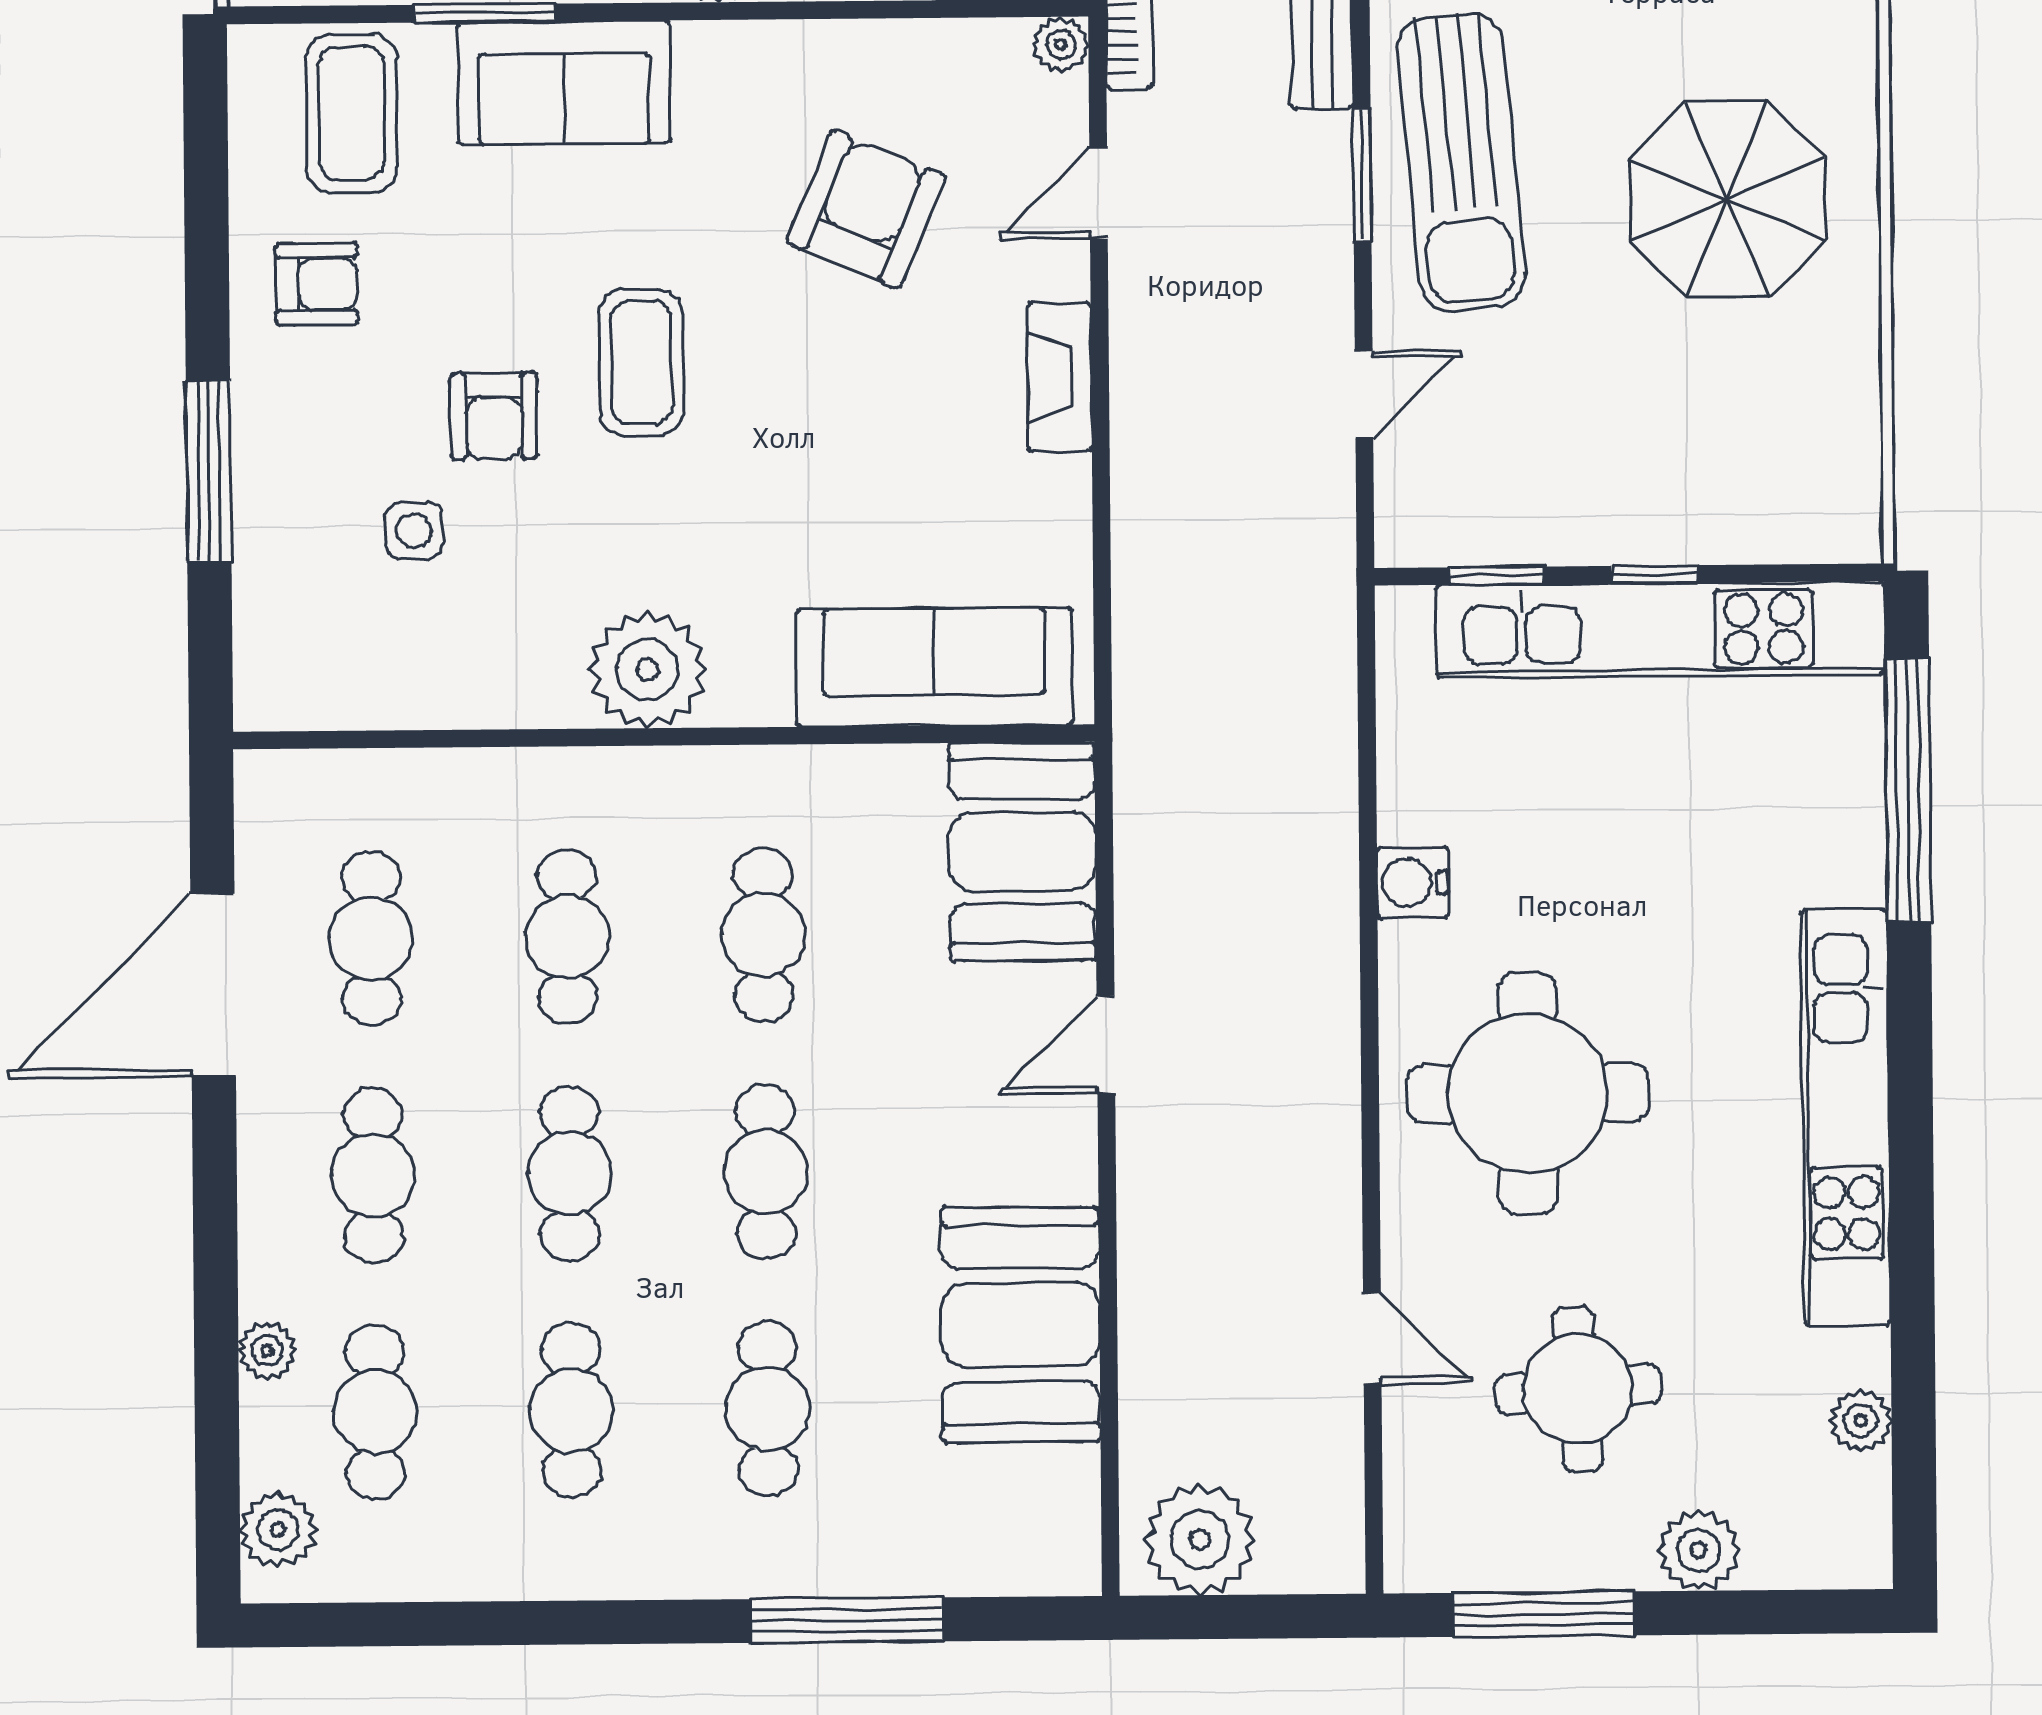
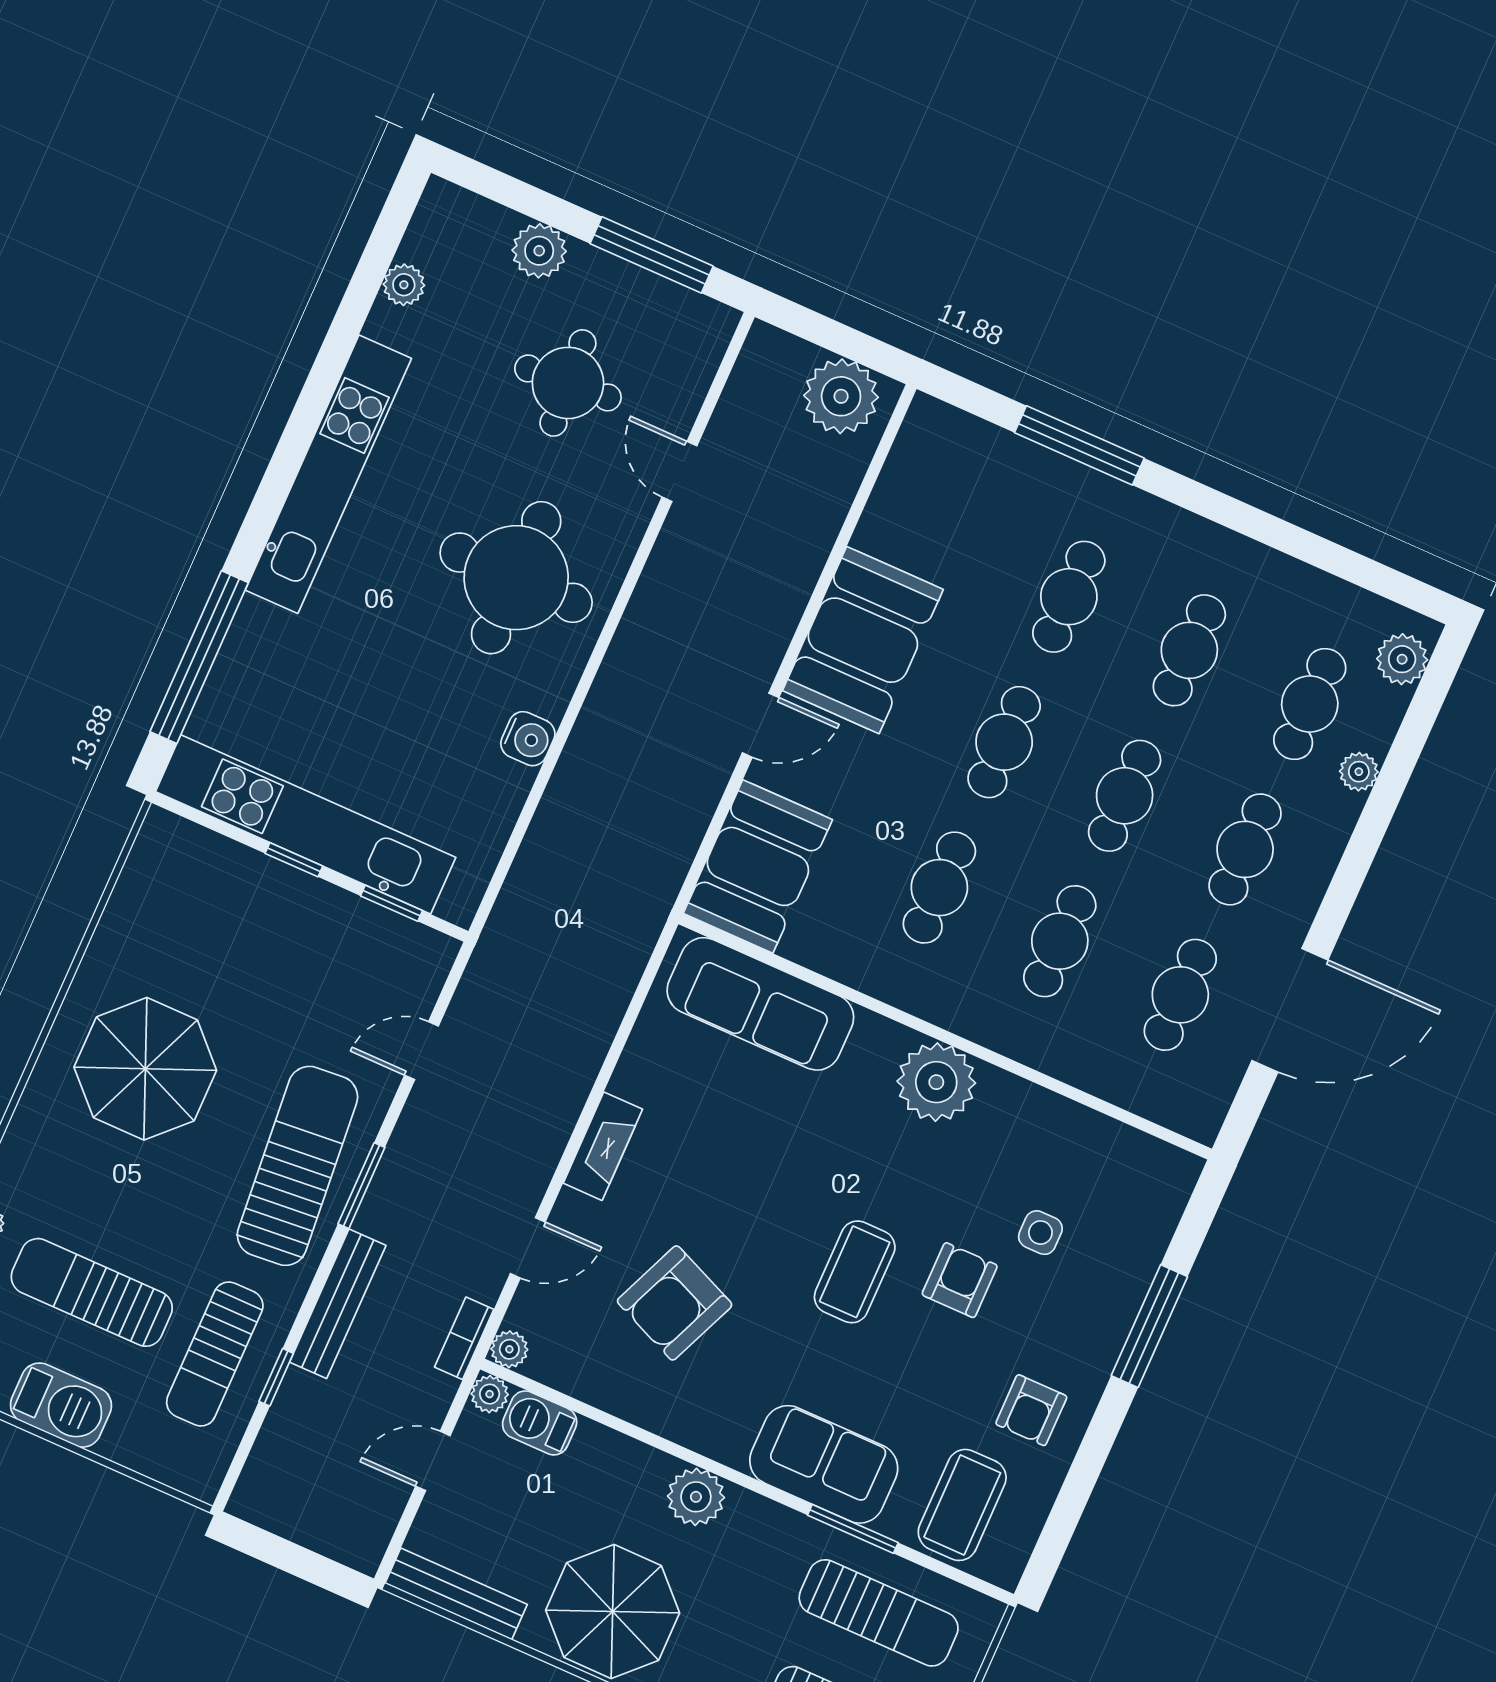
armchair: (317, 284) -> (1031, 1410), turned -90
booth: (1021, 1325) -> (863, 640), moved

